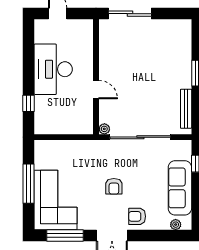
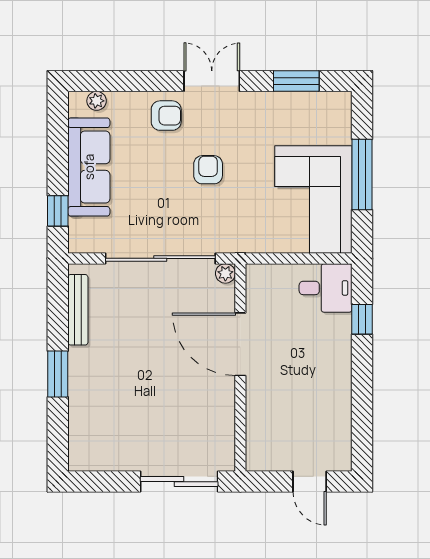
desk: (53, 69) -> (326, 288), moved, width x0.53, depth x0.77
door: (96, 90) -> (240, 344), width x1.88
corner sofa: (56, 200) -> (313, 200), moved
window: (65, 235) -> (296, 81), width x0.69

